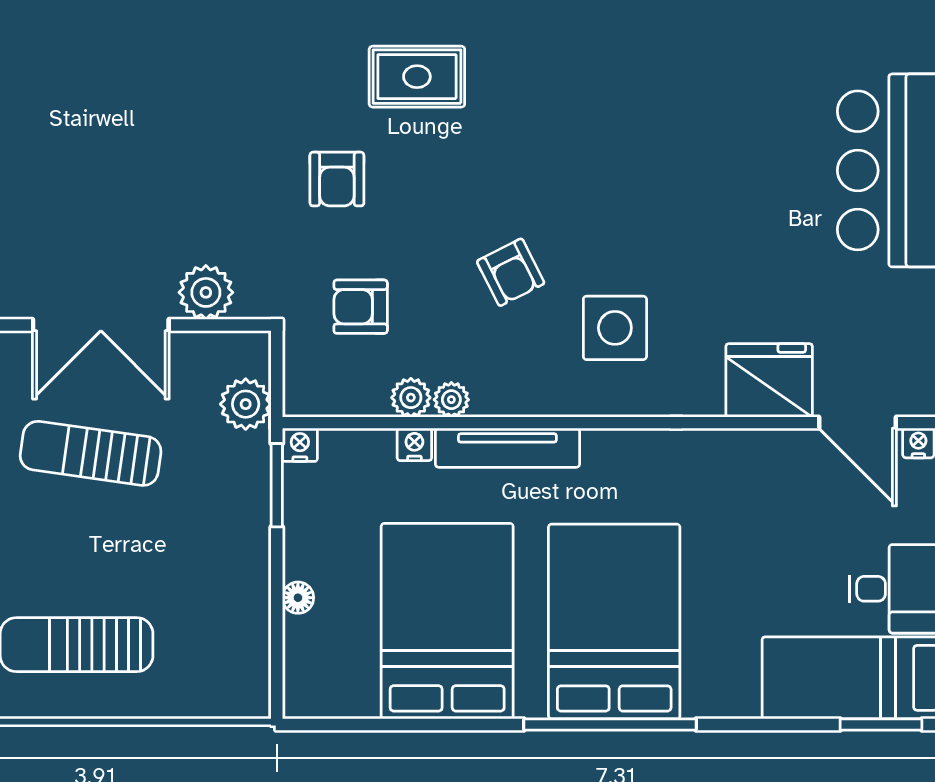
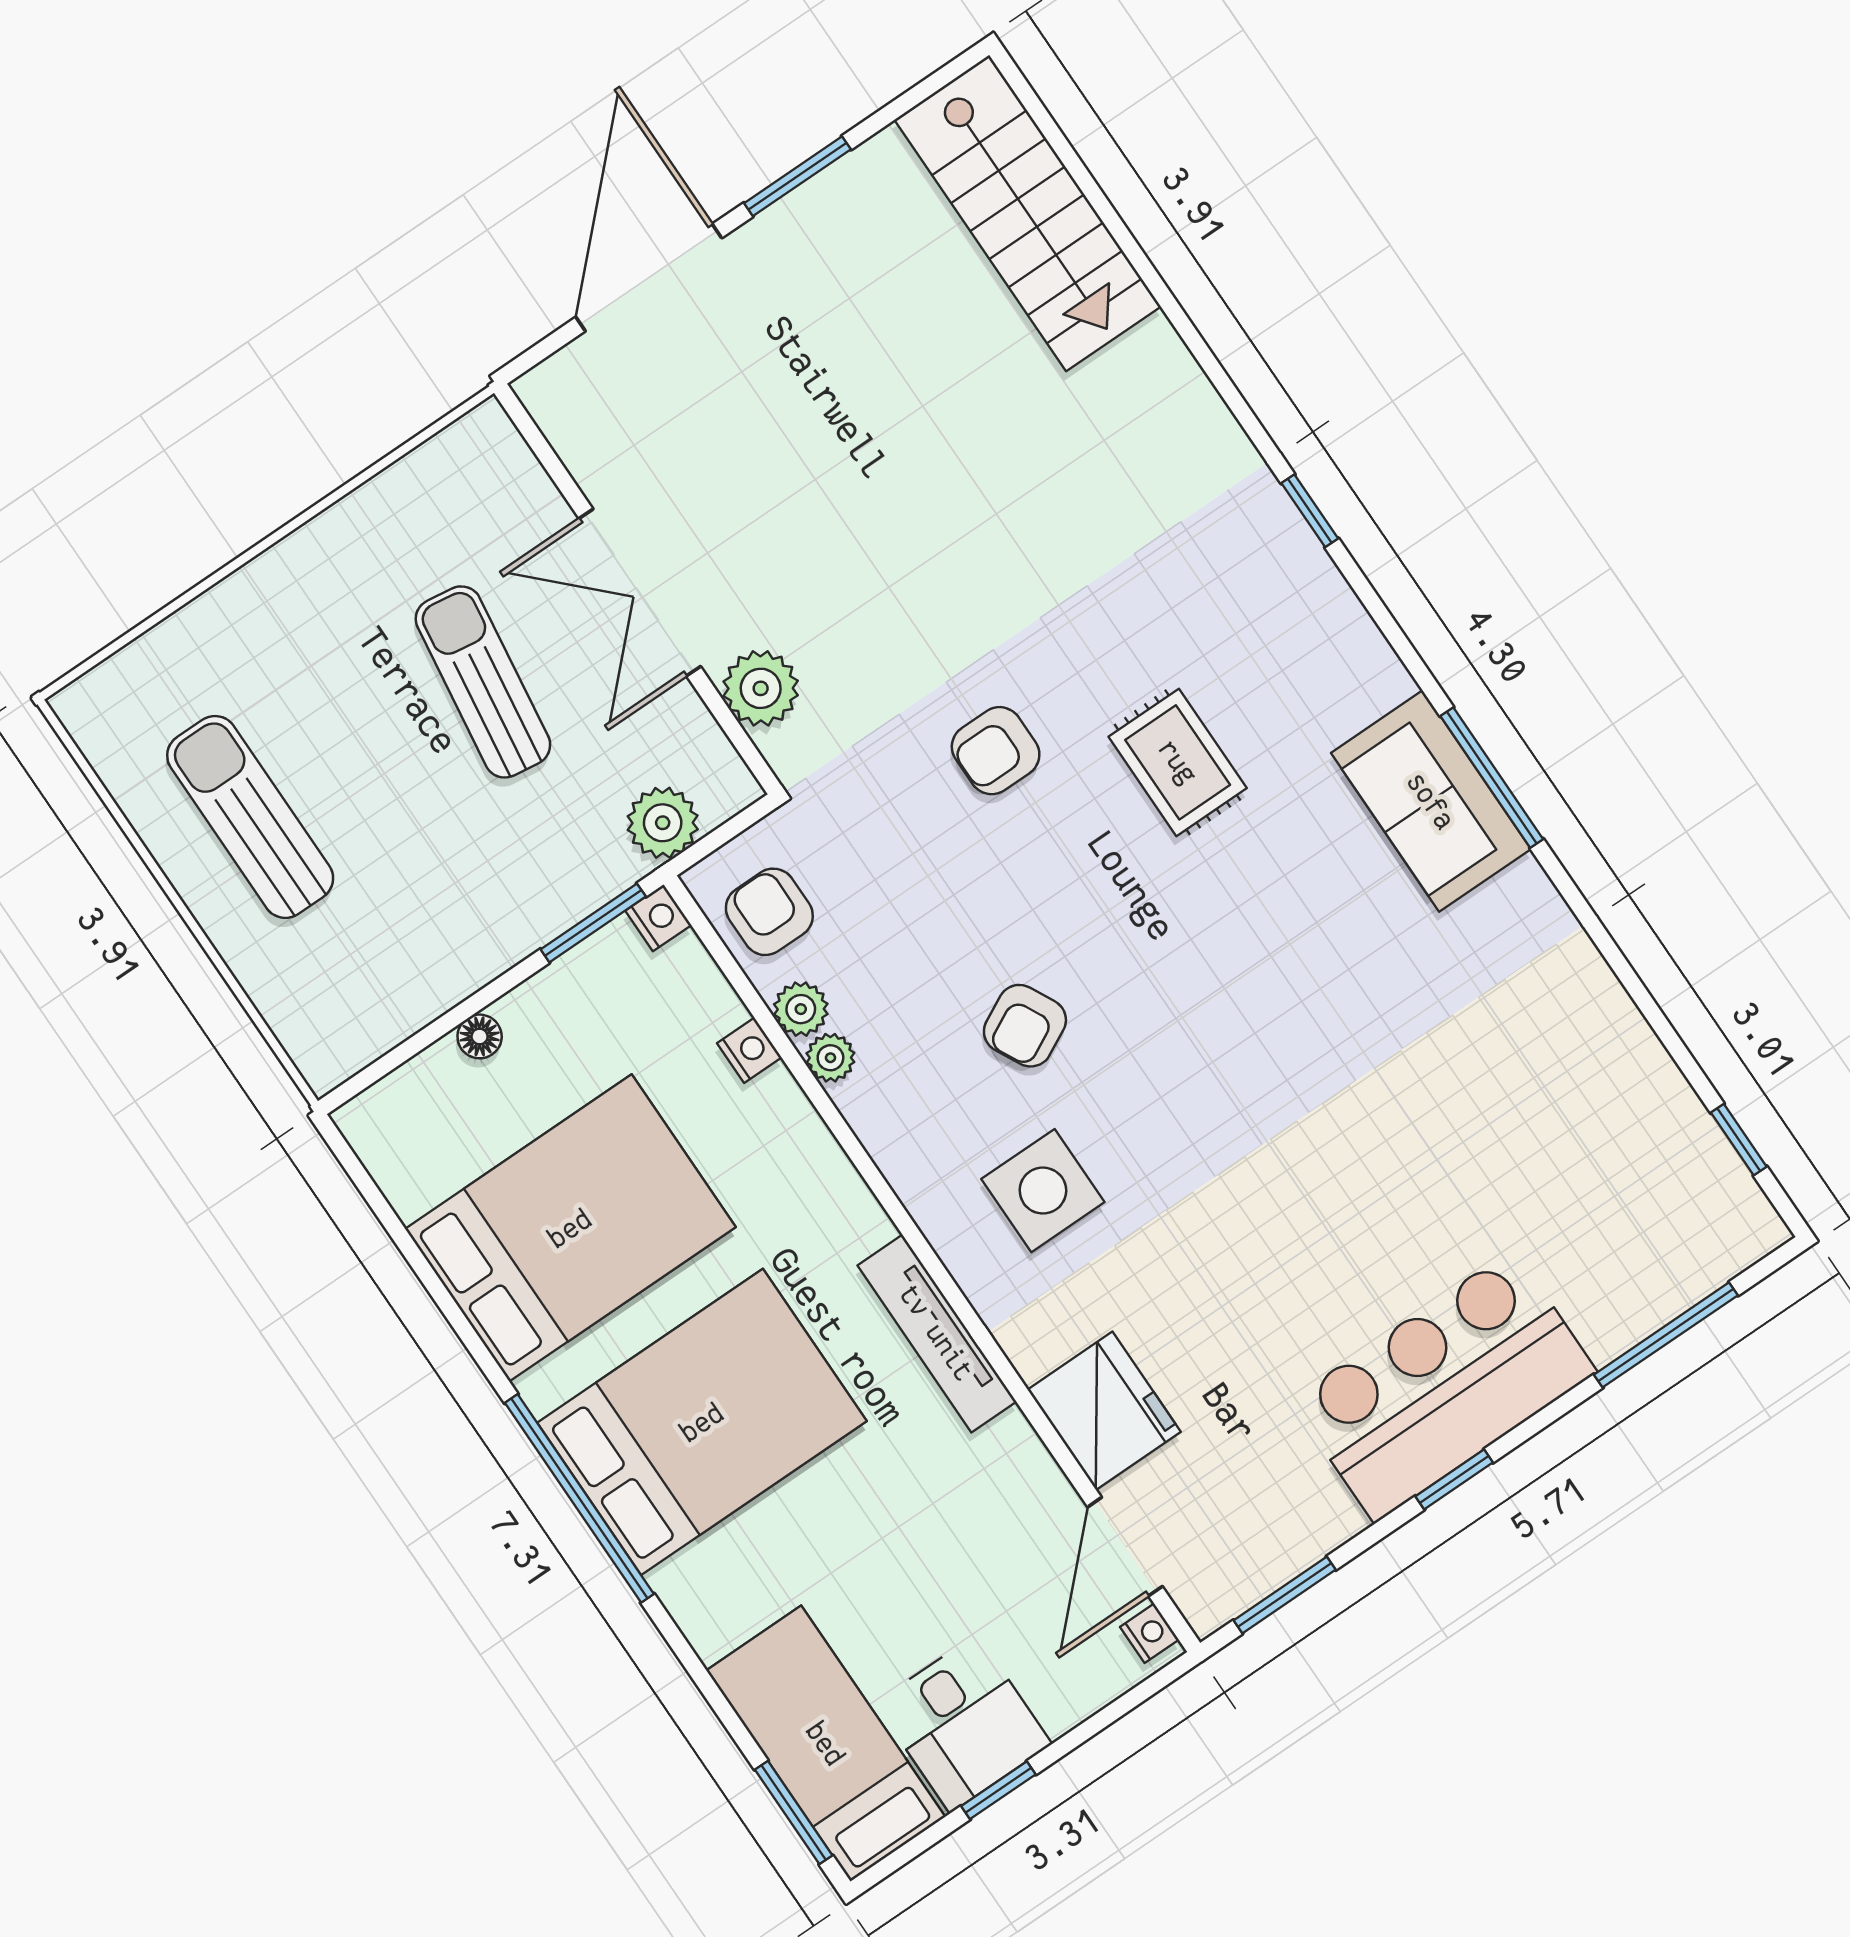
armchair: (361, 307) -> (769, 912), moved
tv unit: (507, 448) -> (937, 1333), moved

